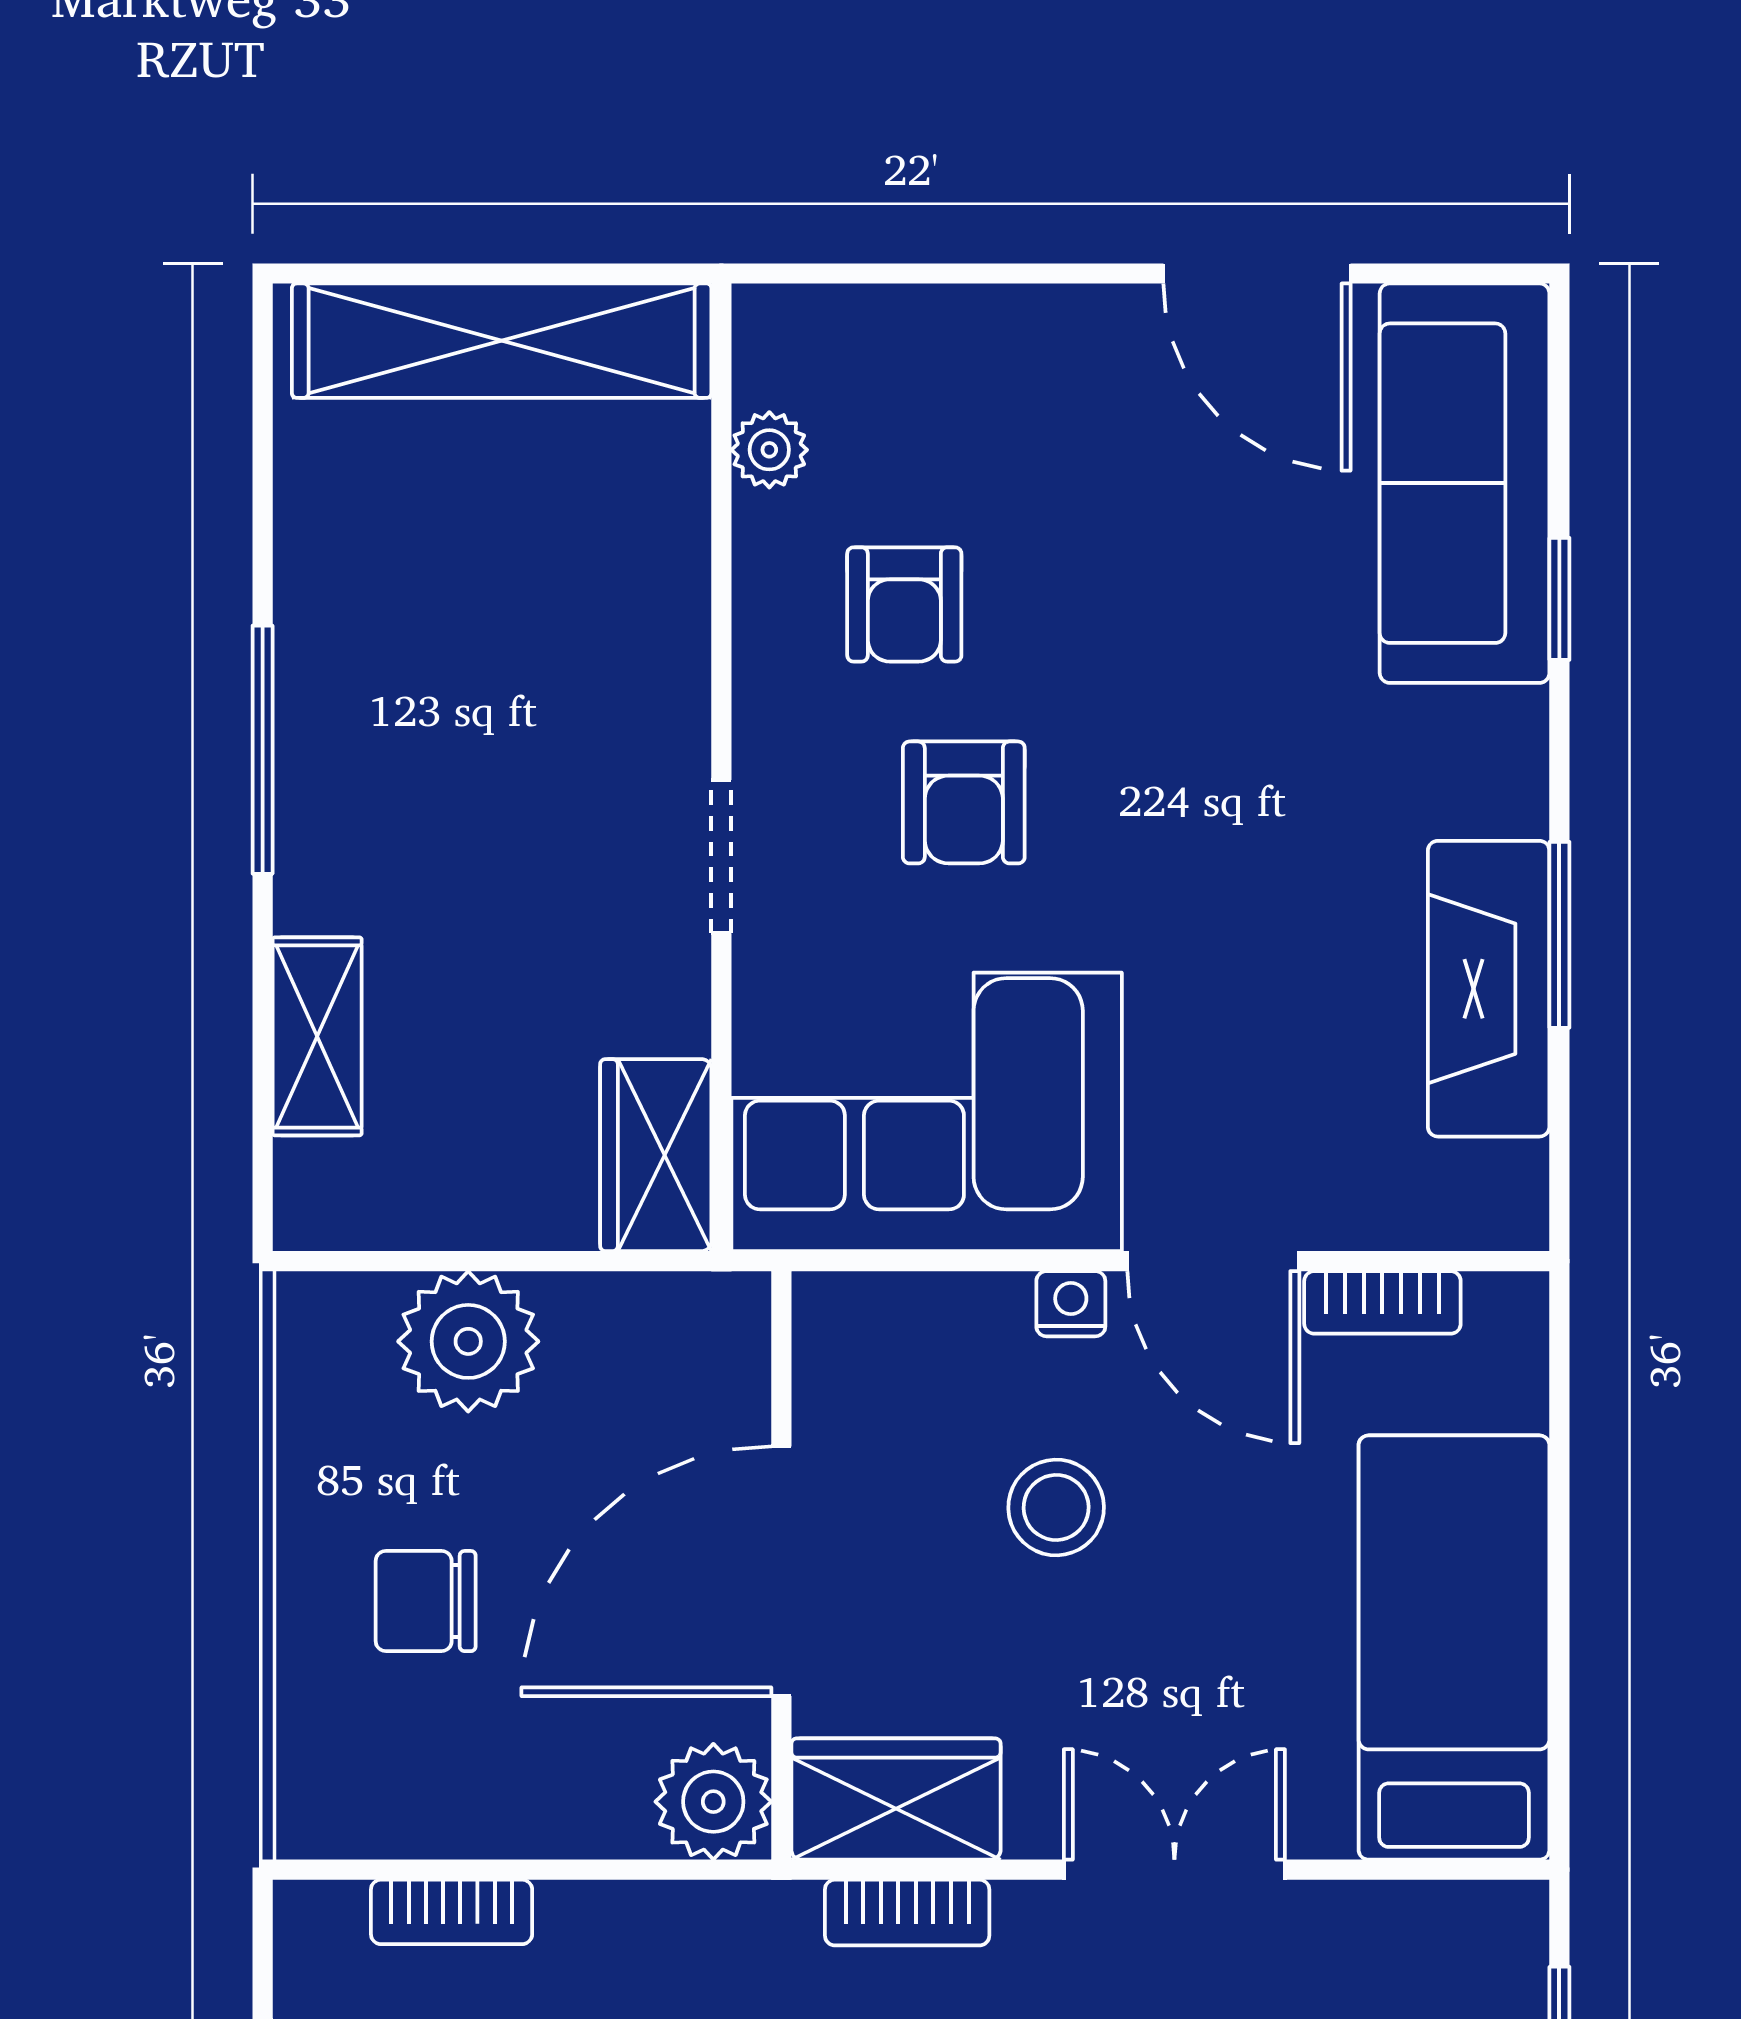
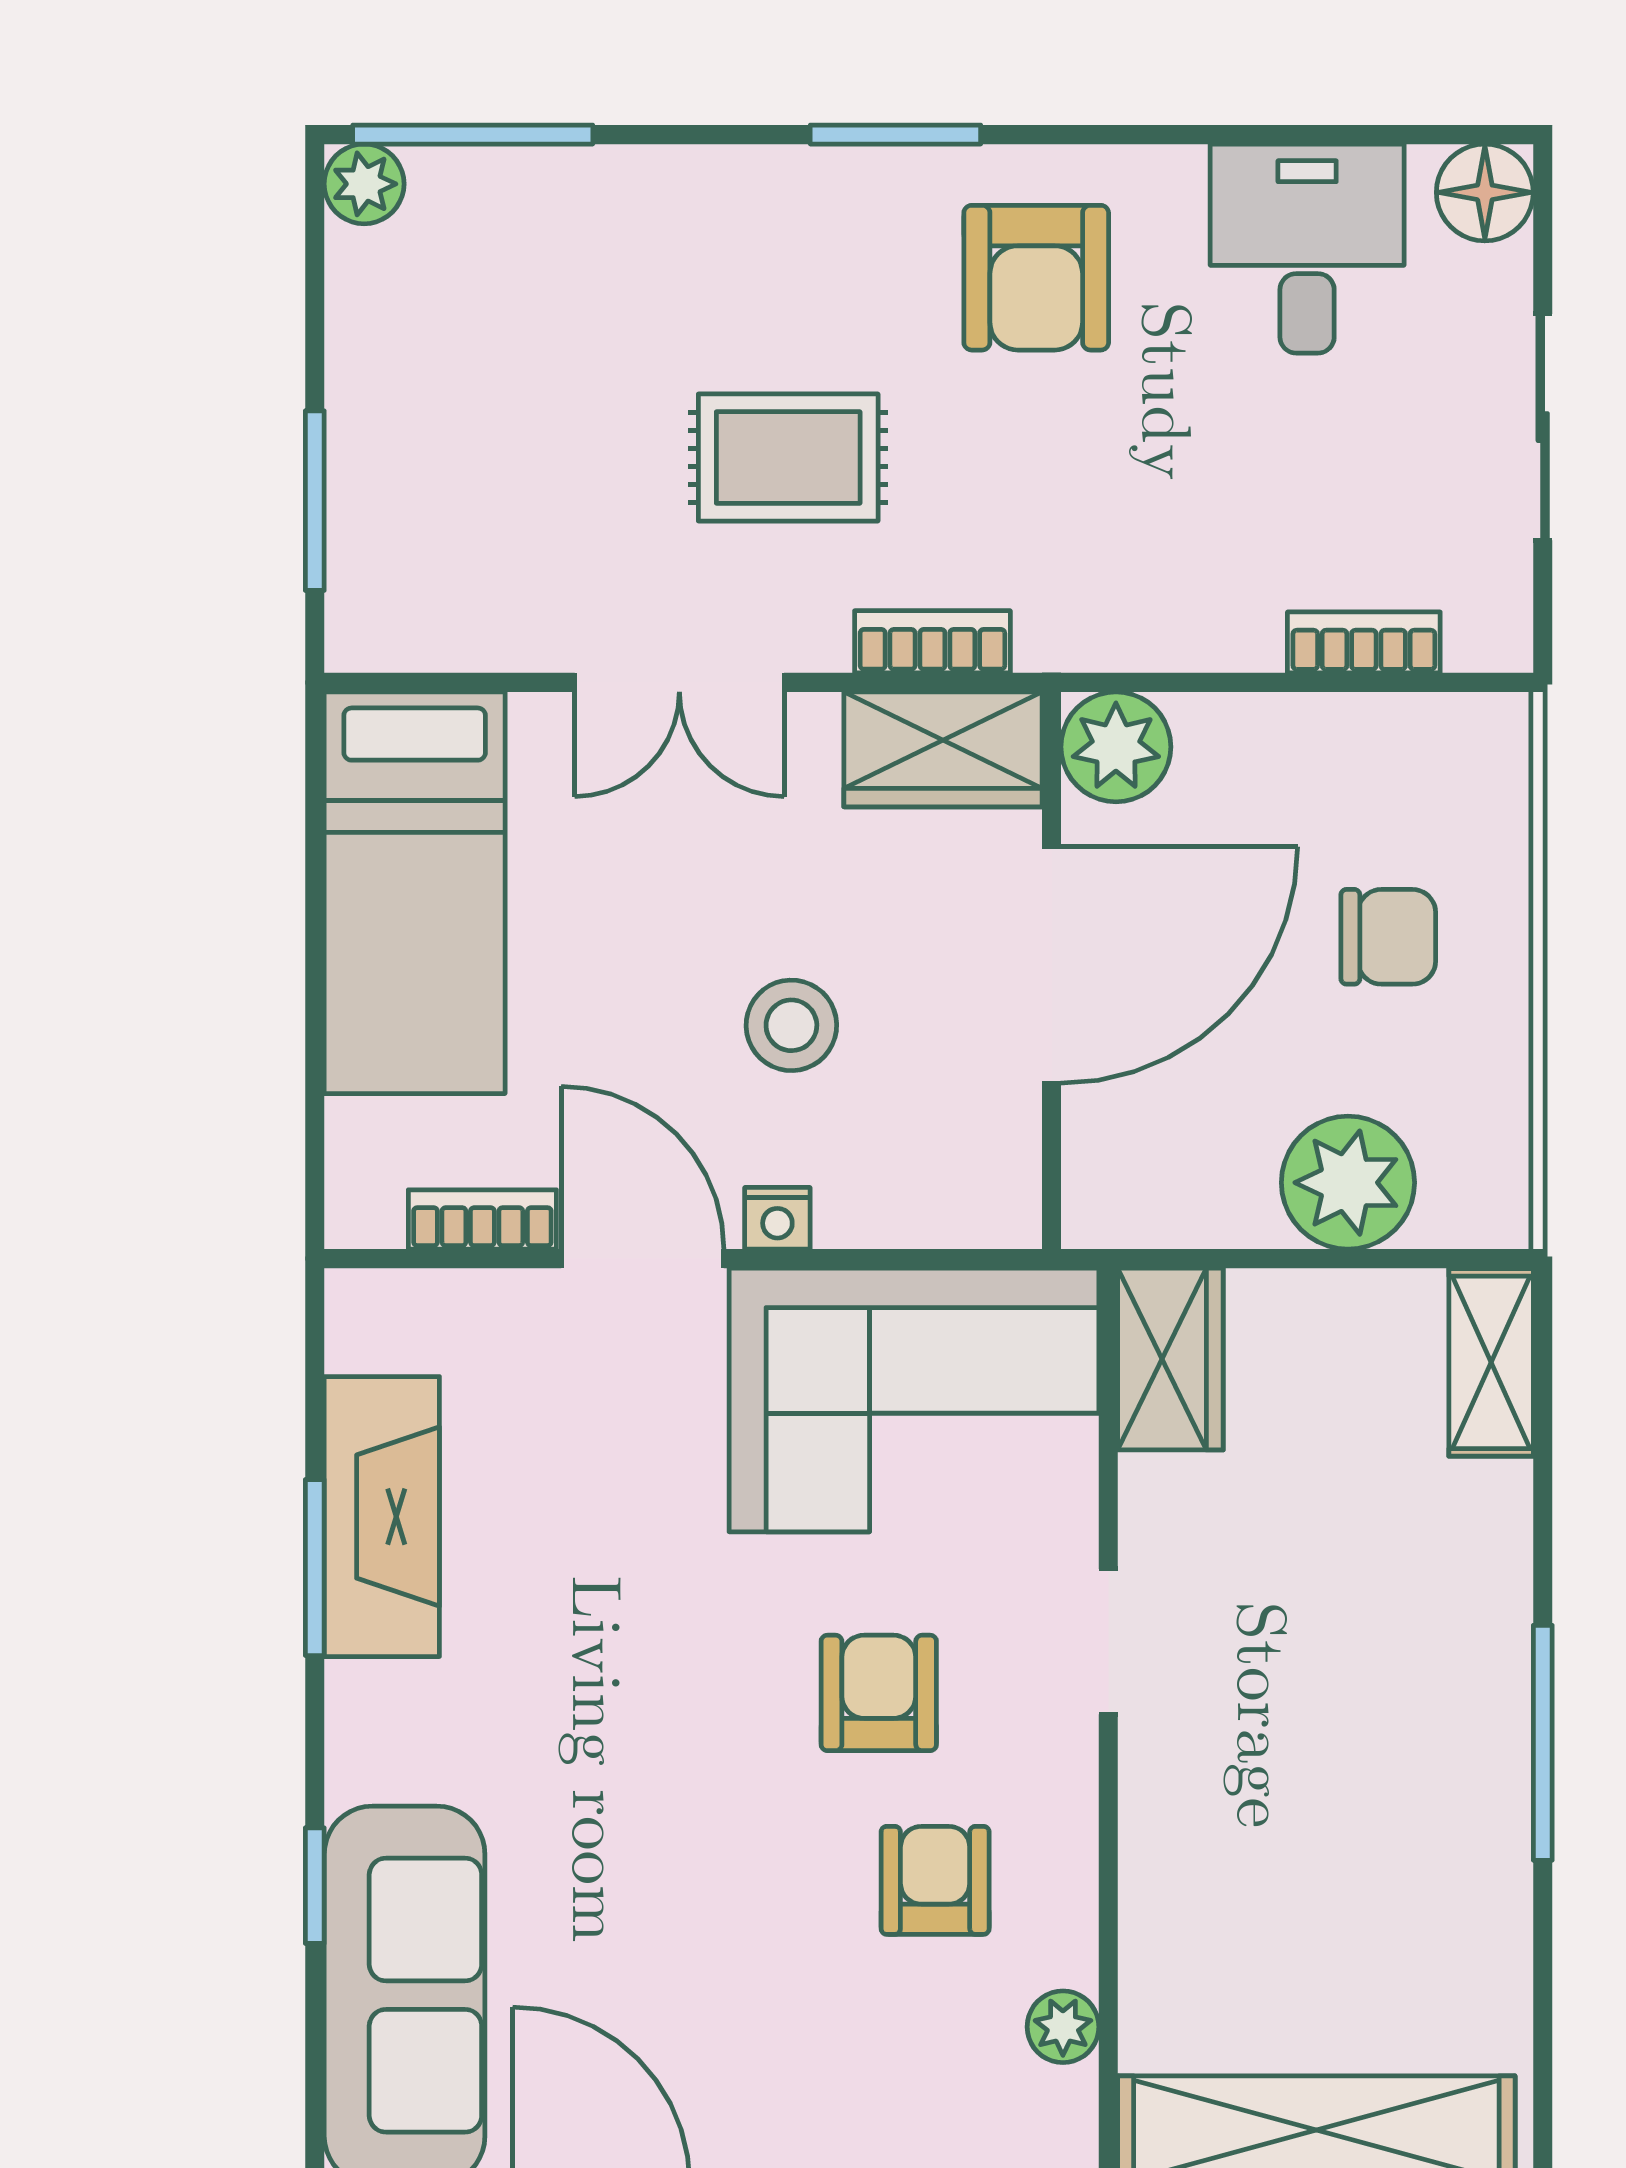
shelving: (317, 1036) -> (1491, 1362), moved

